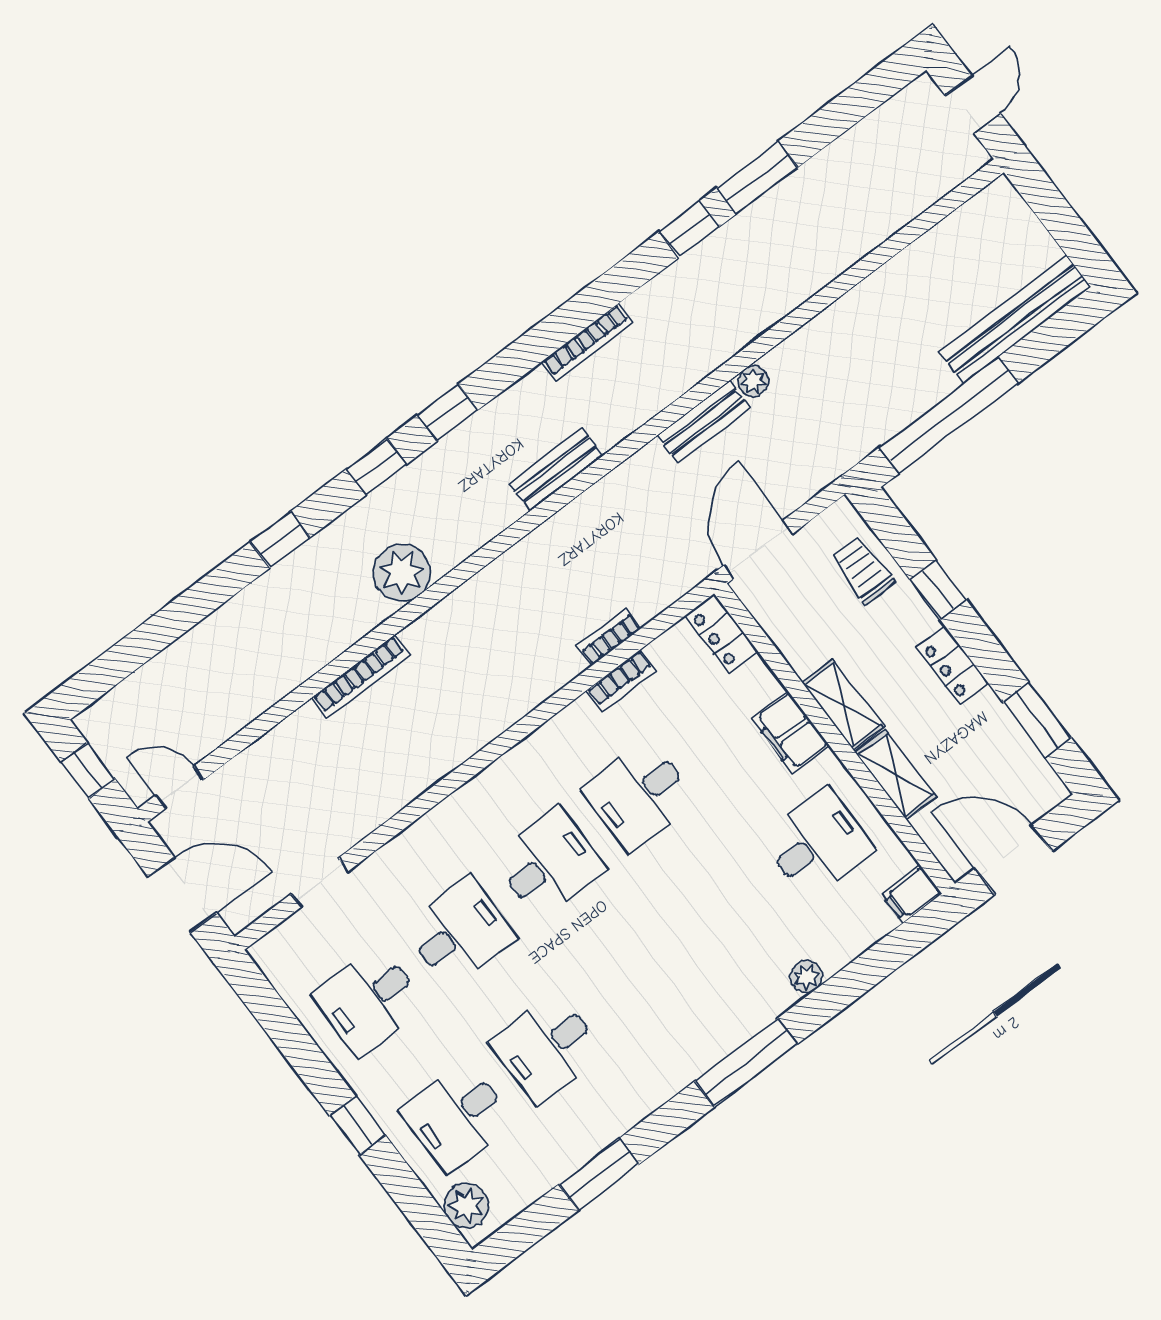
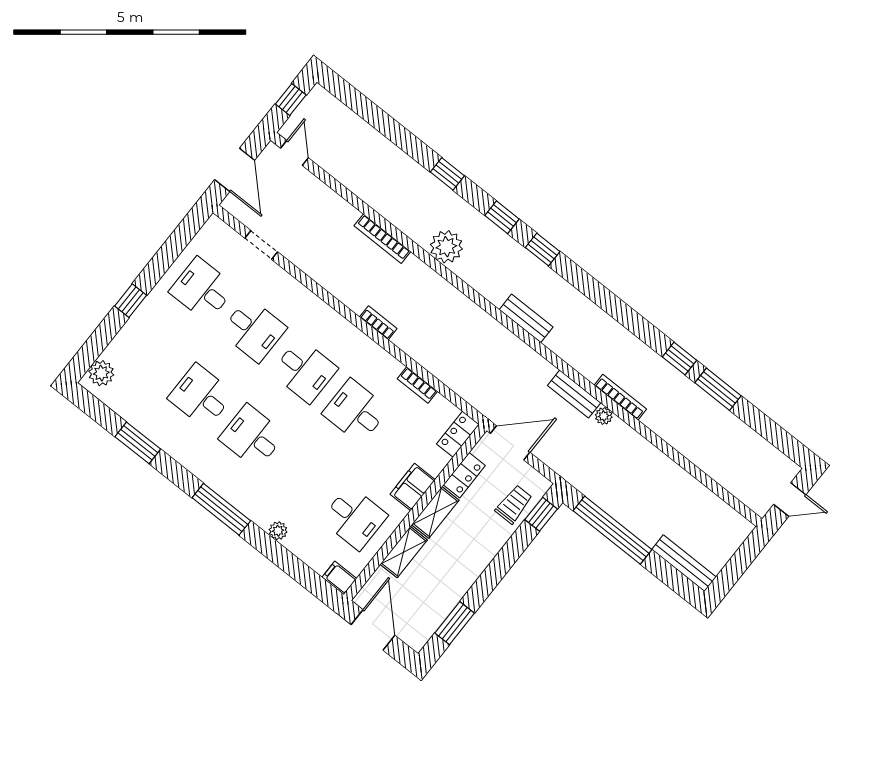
bench: (1015, 319) -> (684, 563), width x0.73, depth x0.82
bookcase: (587, 342) -> (620, 397), moved, turned 180
window: (938, 590) -> (541, 514), moved
bookcase: (609, 637) -> (378, 323), moved
locker: (953, 665) -> (464, 475), moved, turned 180
desk: (457, 1116) -> (252, 437), moved

